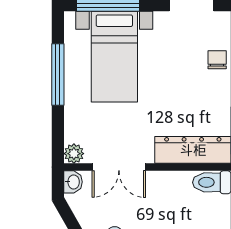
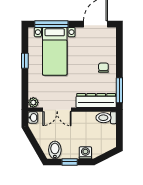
chair: (217, 60) -> (103, 68), moved
window: (58, 74) -> (25, 61), width x0.46

